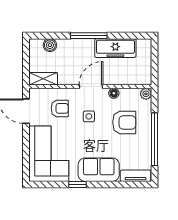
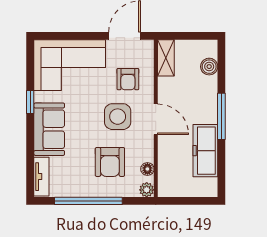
floor lamp: (114, 93) -> (147, 169), moved
side table: (89, 116) -> (118, 117), width x1.87, depth x1.87

